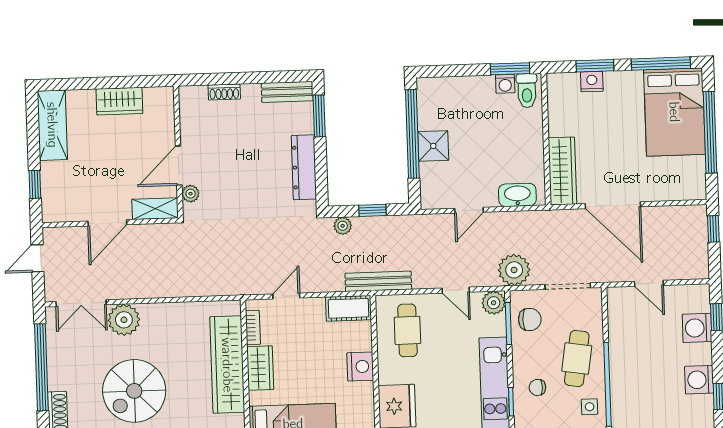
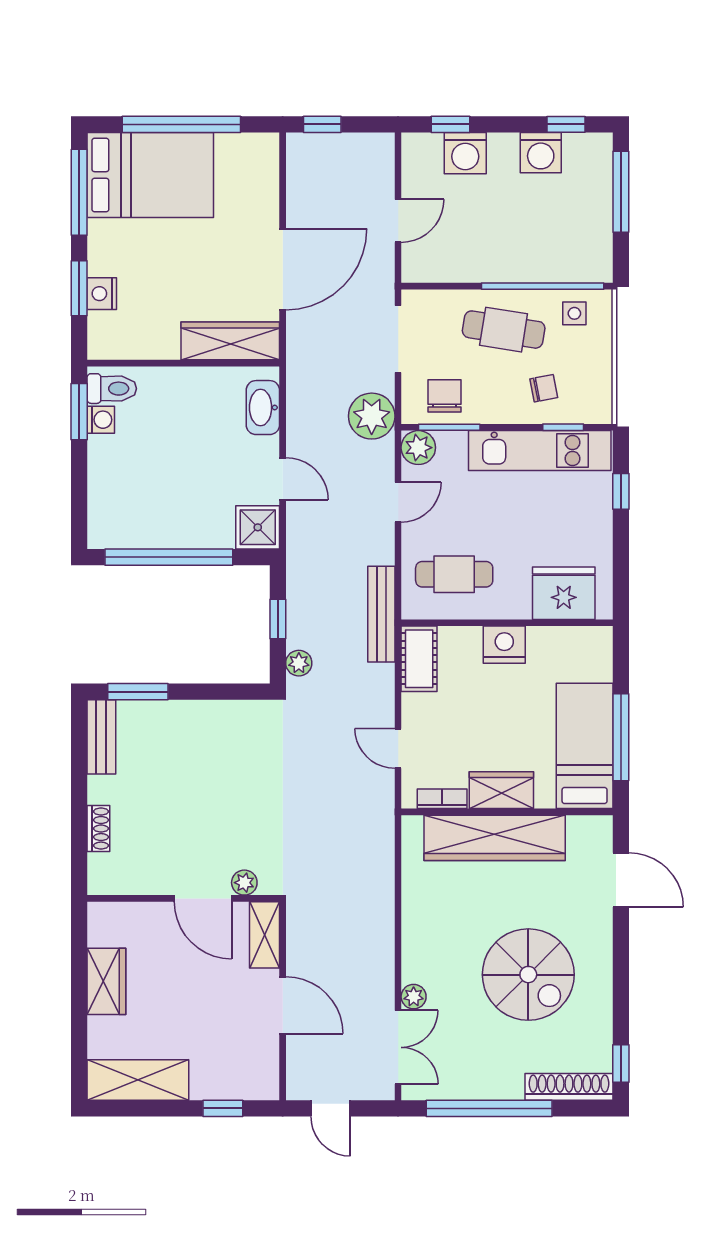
shower: (433, 146) -> (258, 527), moved
dresser: (304, 167) -> (212, 716), removed
plant: (124, 320) -> (414, 997), width x0.53, depth x0.53
chair: (537, 387) -> (544, 388), turned -101

